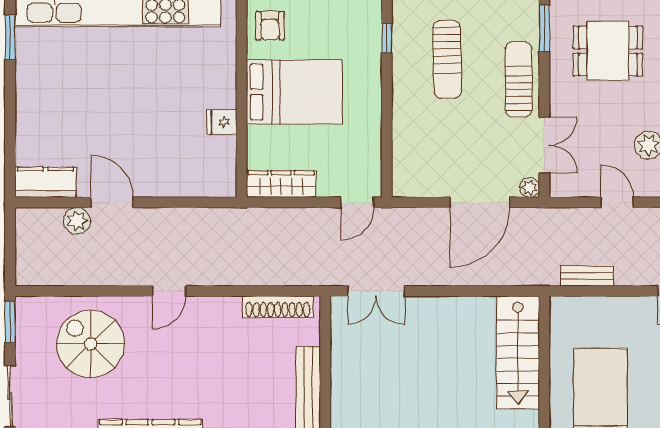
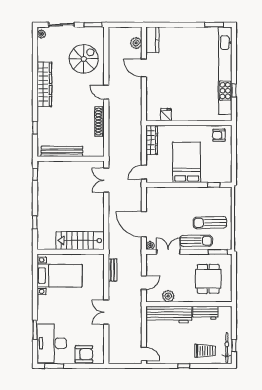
sun lounger: (447, 59) -> (210, 223), moved
bed: (294, 92) -> (187, 162), moved, turned 180
fridge: (222, 122) -> (166, 115), moved
double door: (544, 145) -> (168, 252), swing flipped
door: (112, 202) -> (144, 68), swing flipped
door: (357, 202) -> (144, 172), hinge flipped
plant: (77, 221) -> (136, 43), moved
shoe rack: (278, 307) -> (99, 121), moved

